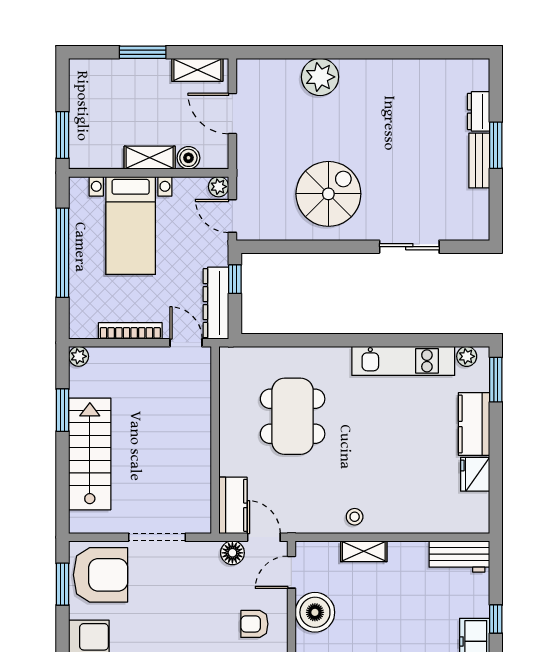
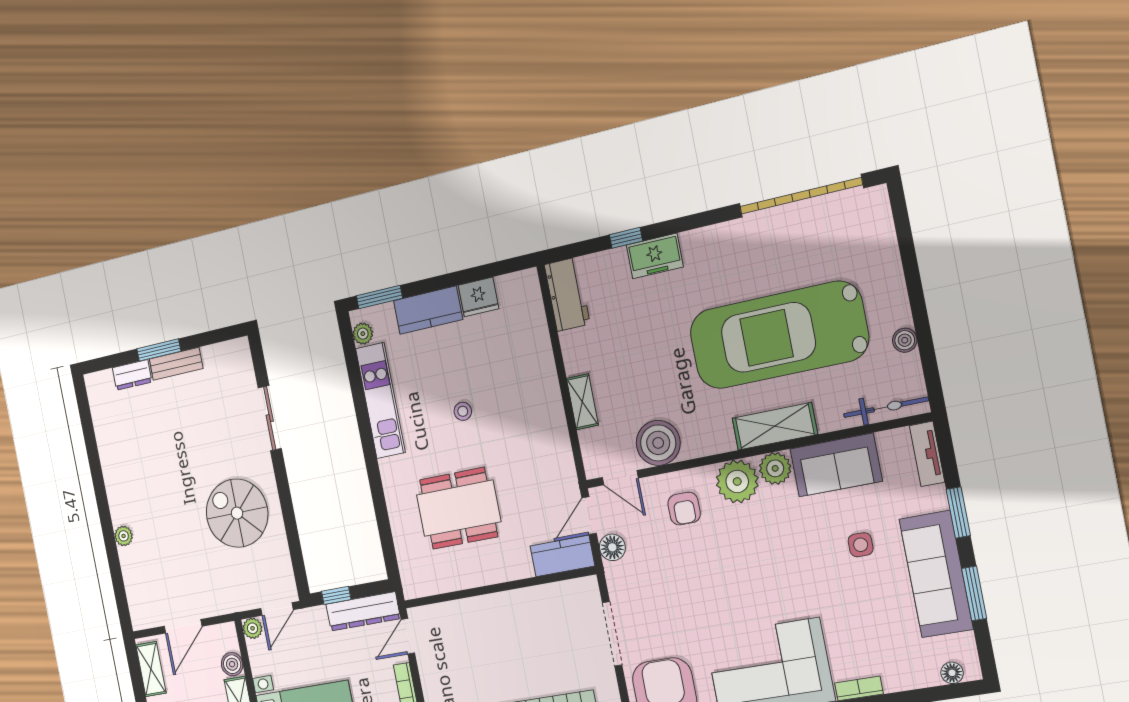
plant: (320, 77) -> (124, 536), width x0.53, depth x0.53
stool: (355, 517) -> (463, 411), moved

